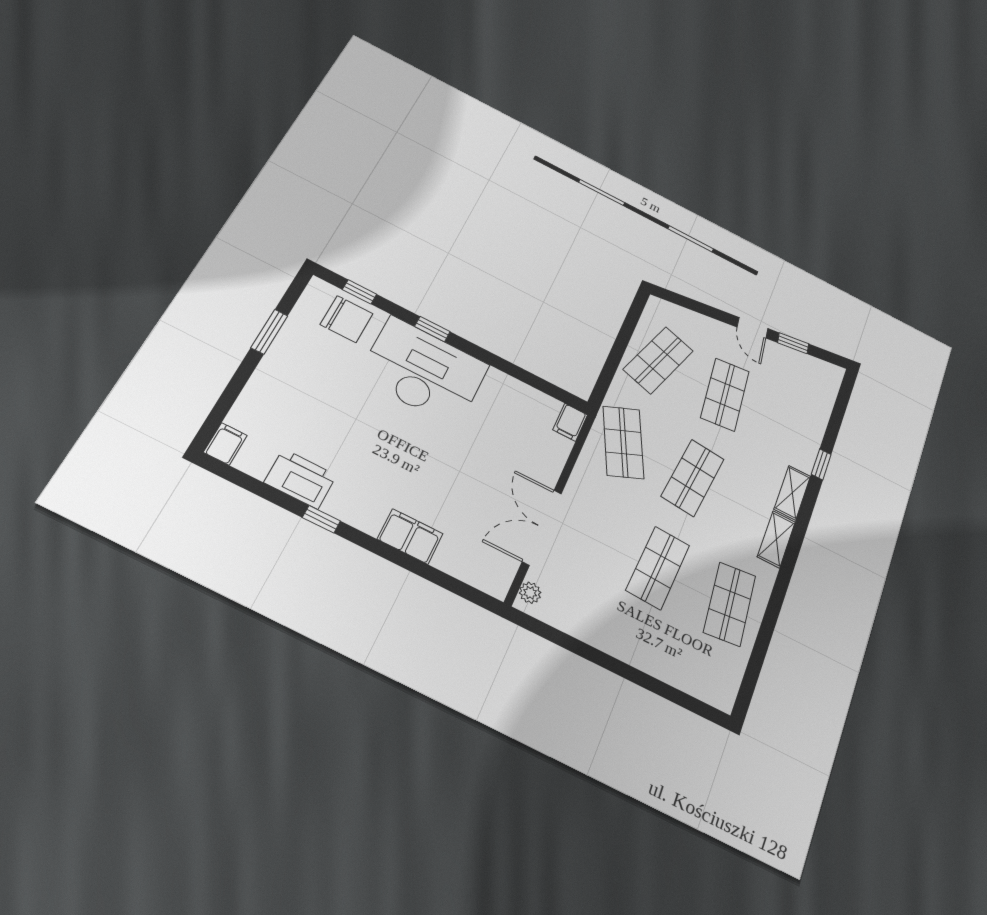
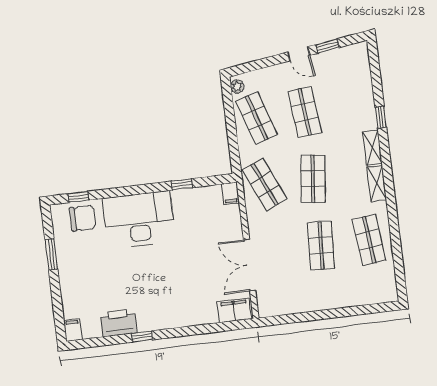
window: (432, 329) -> (182, 184), moved
shop shelf: (658, 360) -> (257, 118), turned -36
filing cabinet: (410, 536) -> (234, 310), moved
plant: (530, 593) -> (237, 87), moved

